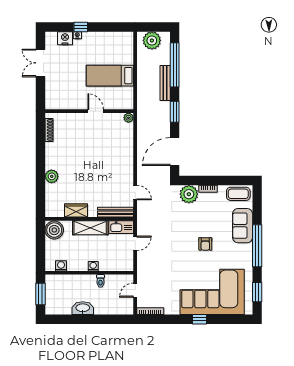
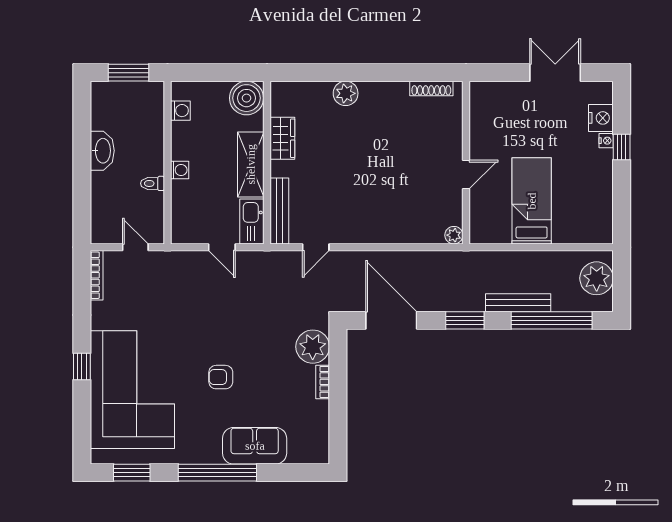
coffee table: (238, 194) -> (313, 438), removed

